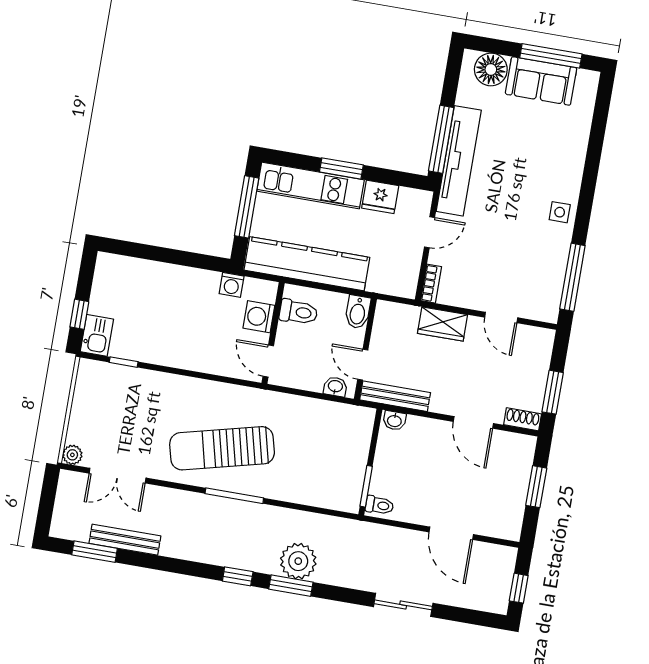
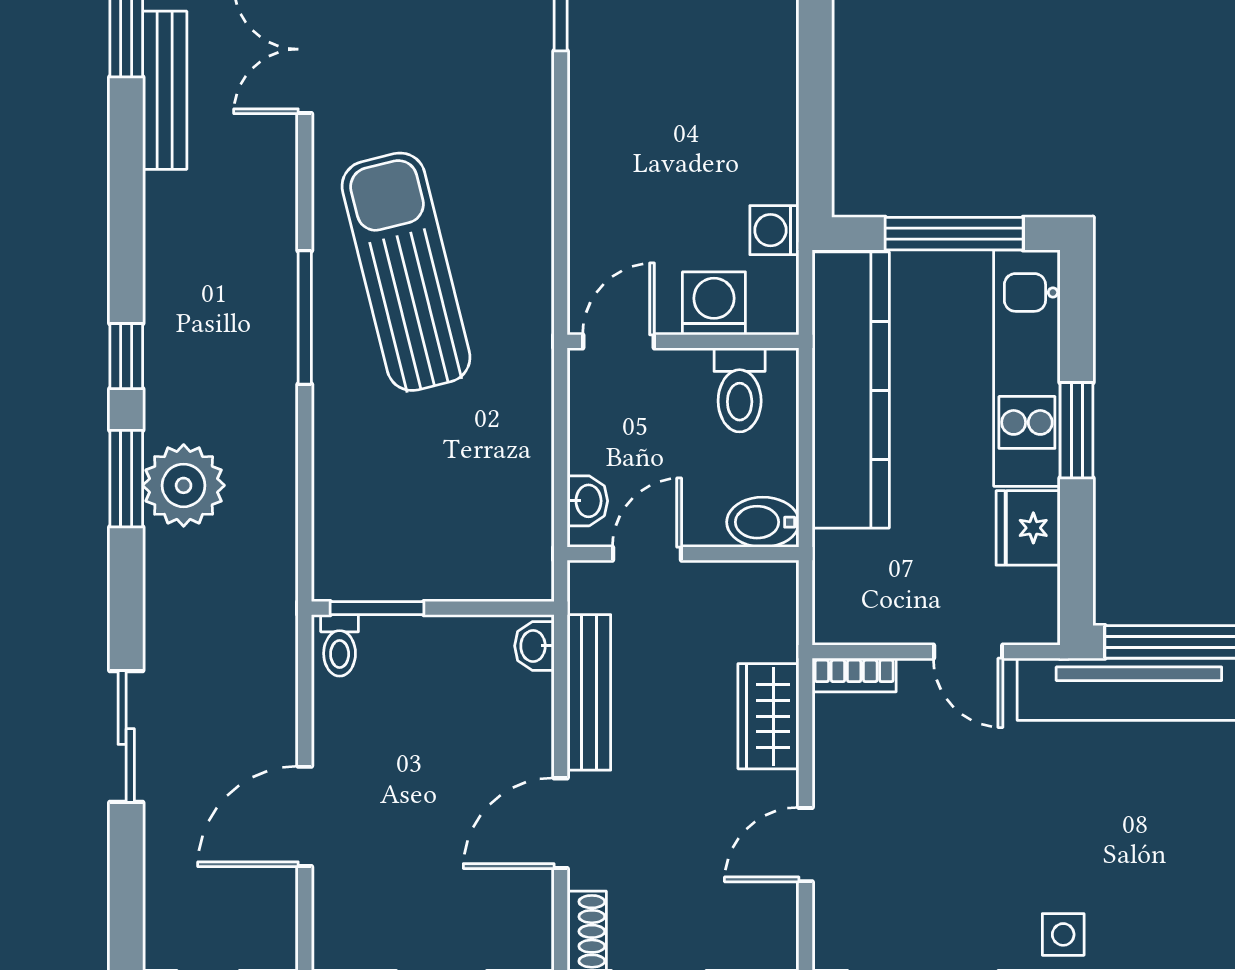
bench: (395, 396) -> (589, 692), moved

